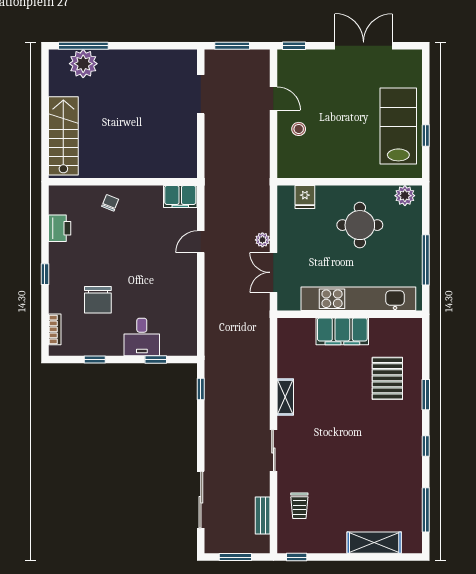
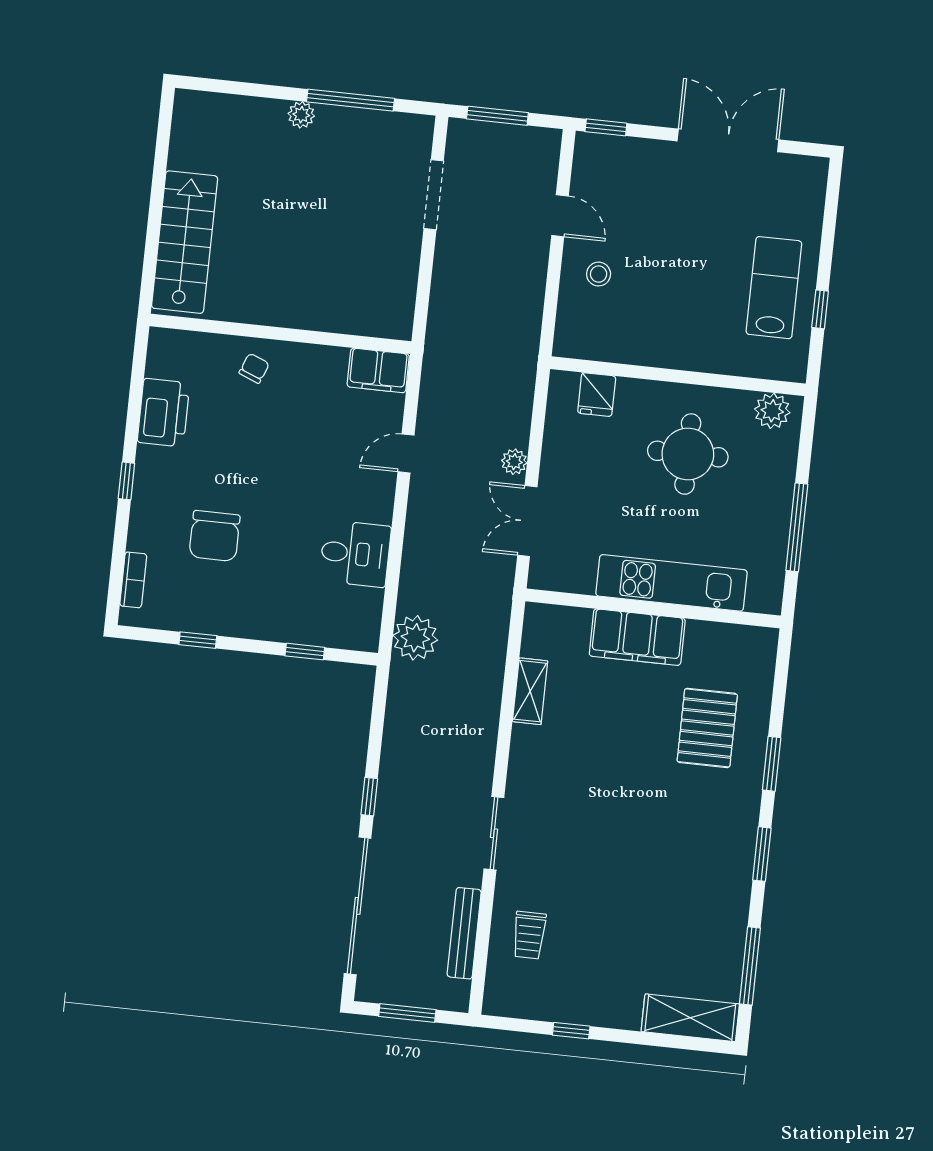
window: (83, 46) -> (350, 100), moved
plant: (83, 64) -> (301, 115), moved, width x0.53, depth x0.53
lab bench: (398, 126) -> (774, 288), width x0.73, depth x0.72
printer: (60, 228) -> (163, 413), width x1.37, depth x1.19
kitchen unit: (358, 299) -> (671, 583), width x0.73
desk: (142, 337) -> (355, 554), moved, turned -90
plant: (217, 345) -> (415, 638), added
window: (201, 389) -> (369, 797), moved
shelving: (285, 397) -> (530, 691), moved
window: (426, 446) -> (762, 854), width x1.50
sliding door: (201, 500) -> (358, 906), width x1.36
bench: (263, 515) -> (464, 933), width x1.36
shelving: (374, 543) -> (690, 1018), moved
window: (297, 557) -> (571, 1031), moved

